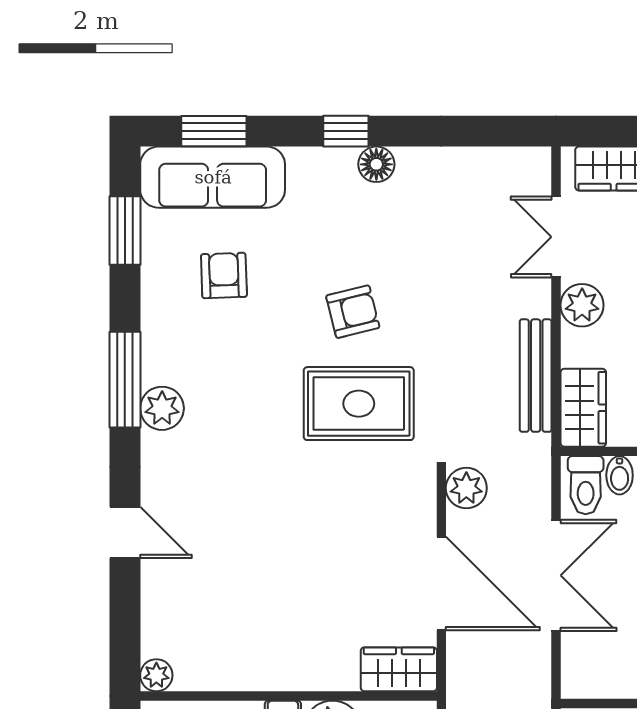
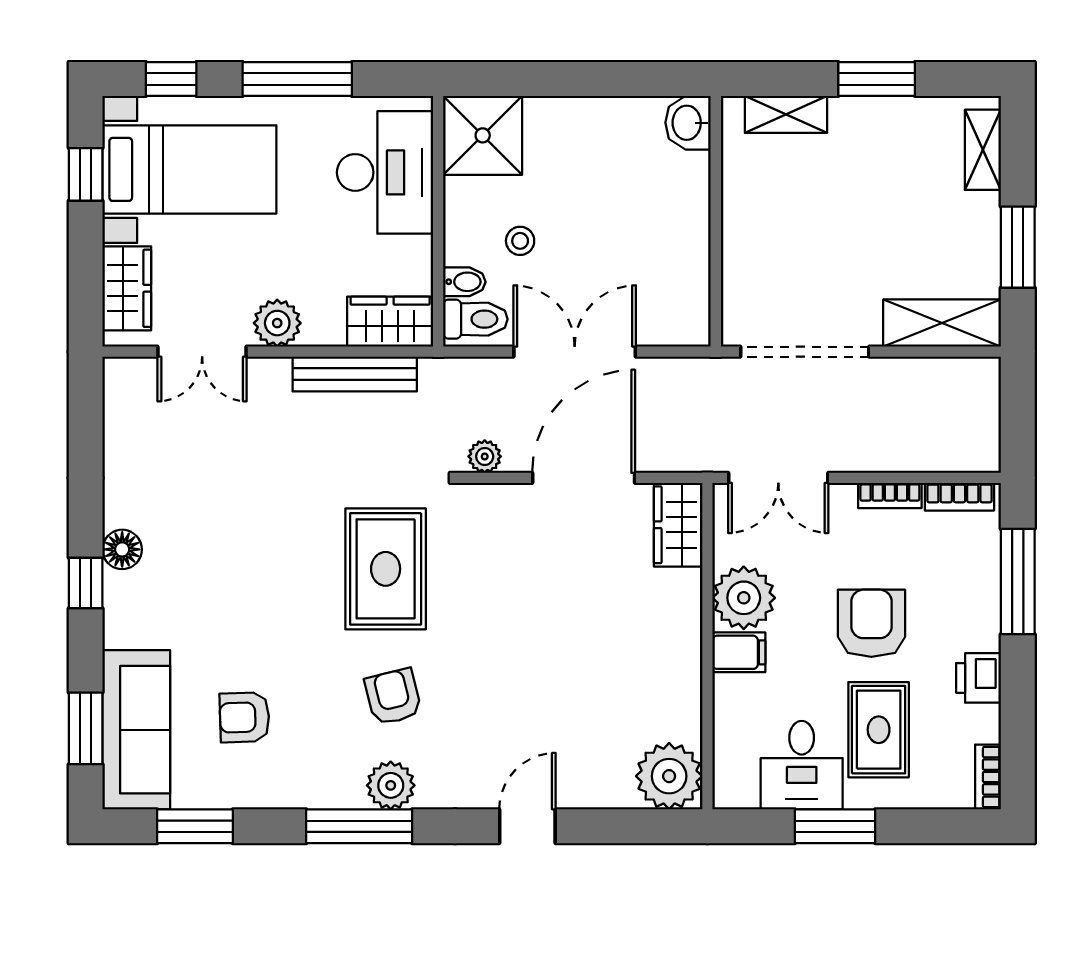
armchair: (353, 312) -> (393, 697), moved
plant: (466, 488) -> (485, 456), width x0.73, depth x0.73
plant: (156, 675) -> (669, 776), width x1.88, depth x1.88

